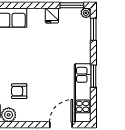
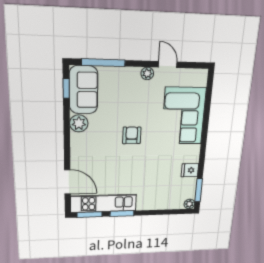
window: (93, 29) -> (90, 215), moved
armchair: (19, 91) -> (132, 135), moved

